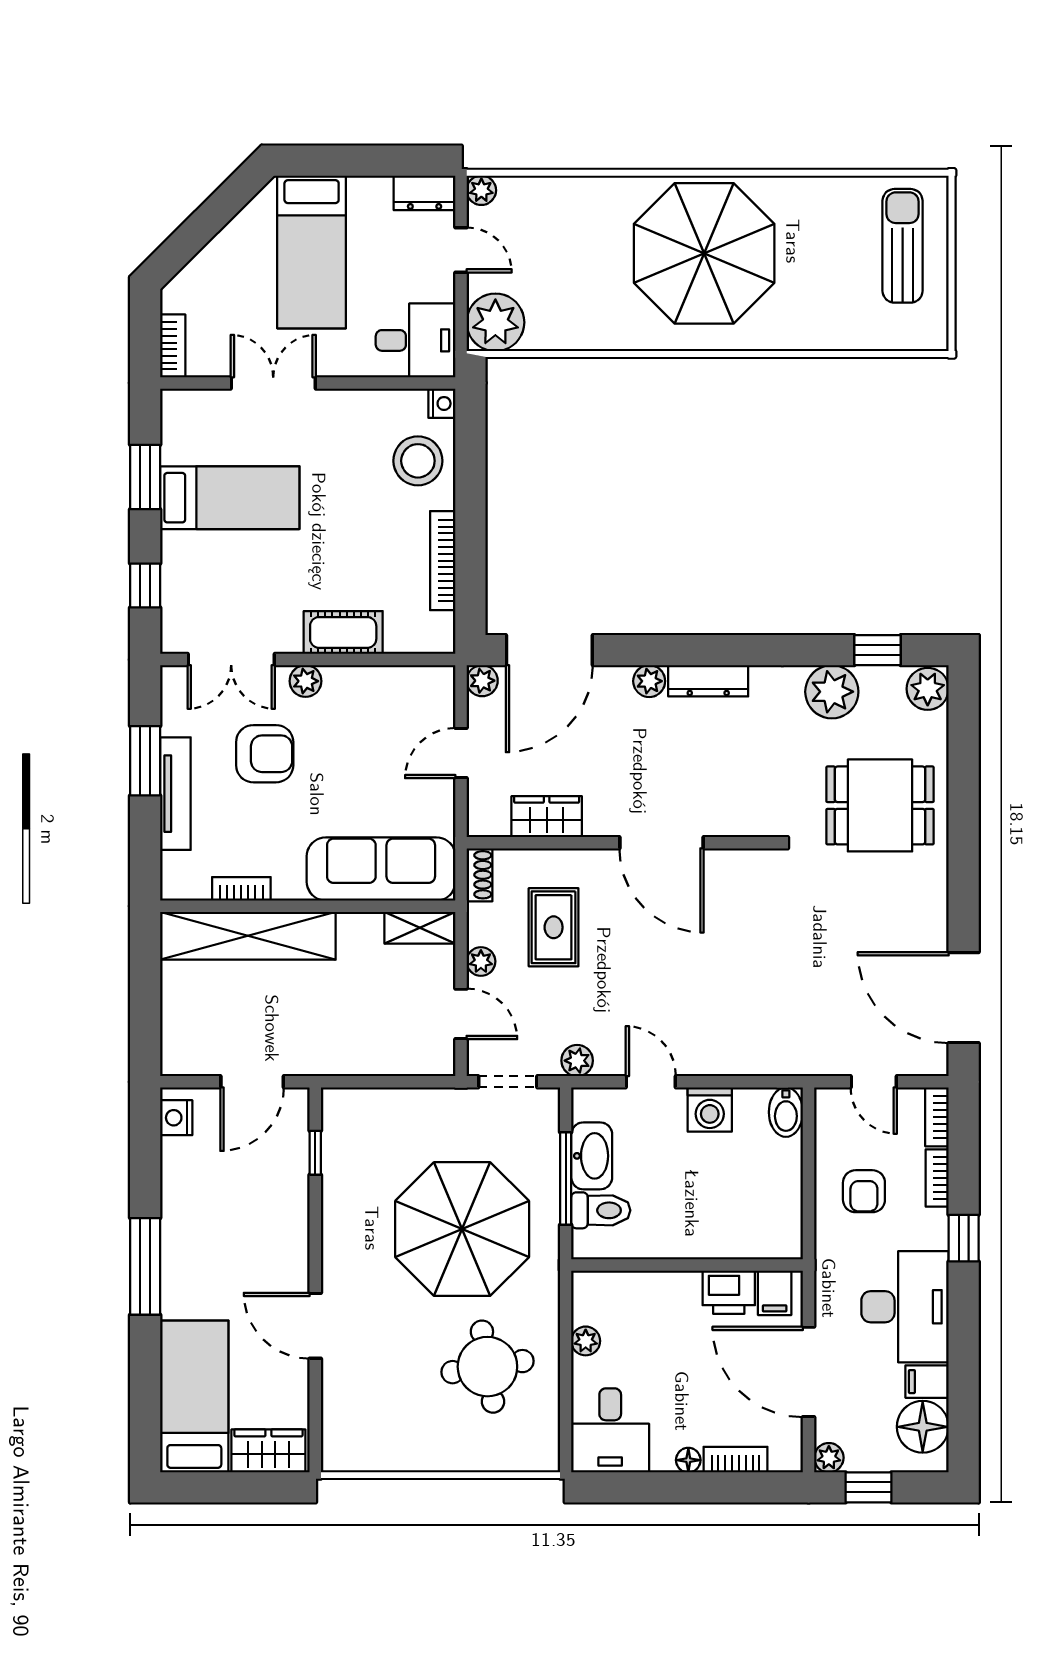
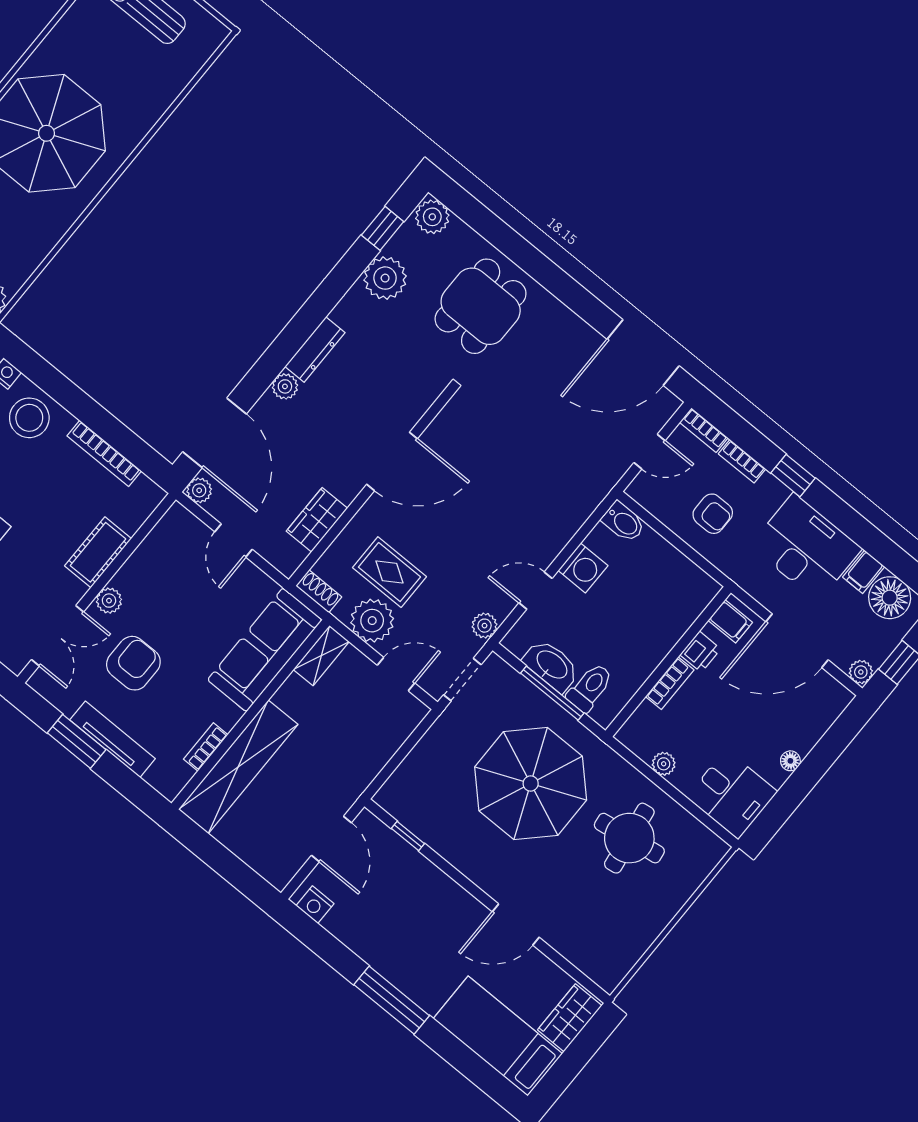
plant: (481, 961) -> (372, 621), width x1.88, depth x1.88
printer: (729, 1292) -> (700, 652), width x0.73, depth x0.81
bookcase: (736, 1460) -> (670, 683), moved, turned 180

